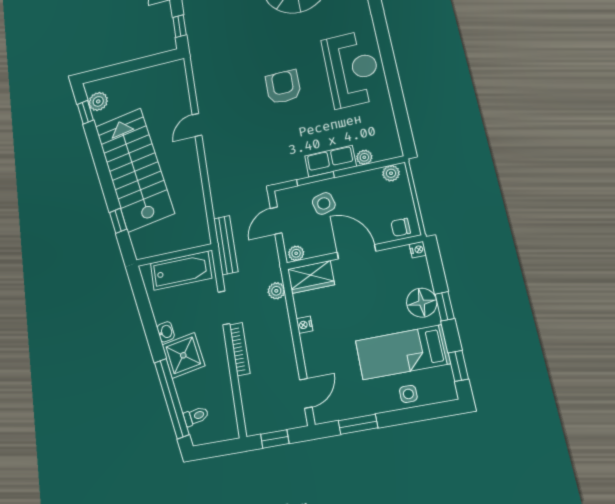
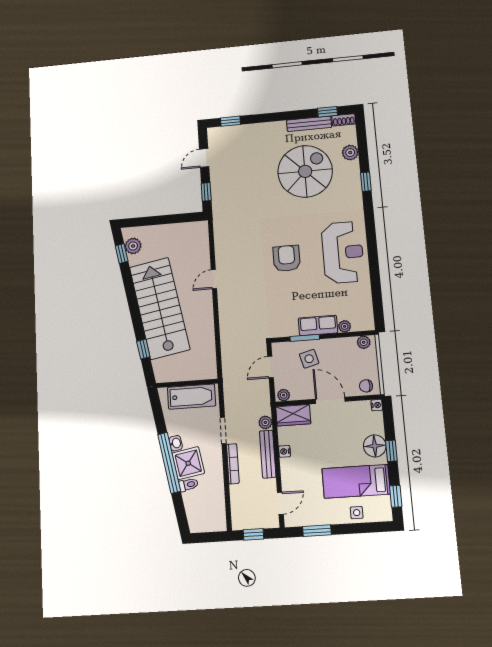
bench: (226, 245) -> (268, 454), moved
window: (172, 398) -> (169, 463), moved
toilet: (196, 416) -> (188, 485), moved

